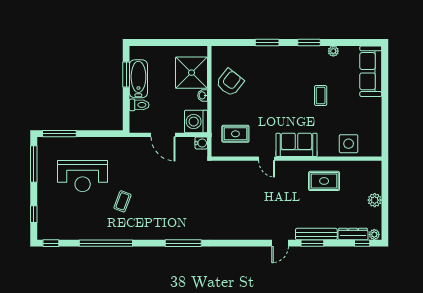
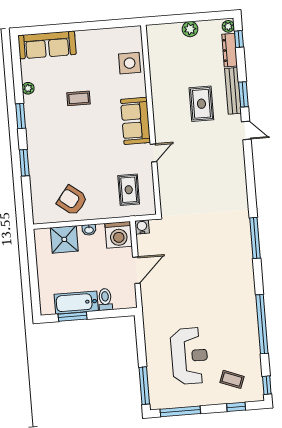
shower: (191, 73) -> (64, 239), width x0.73, depth x0.73
rug: (324, 181) -> (201, 104), moved
coffee table: (122, 201) -> (232, 379), moved

